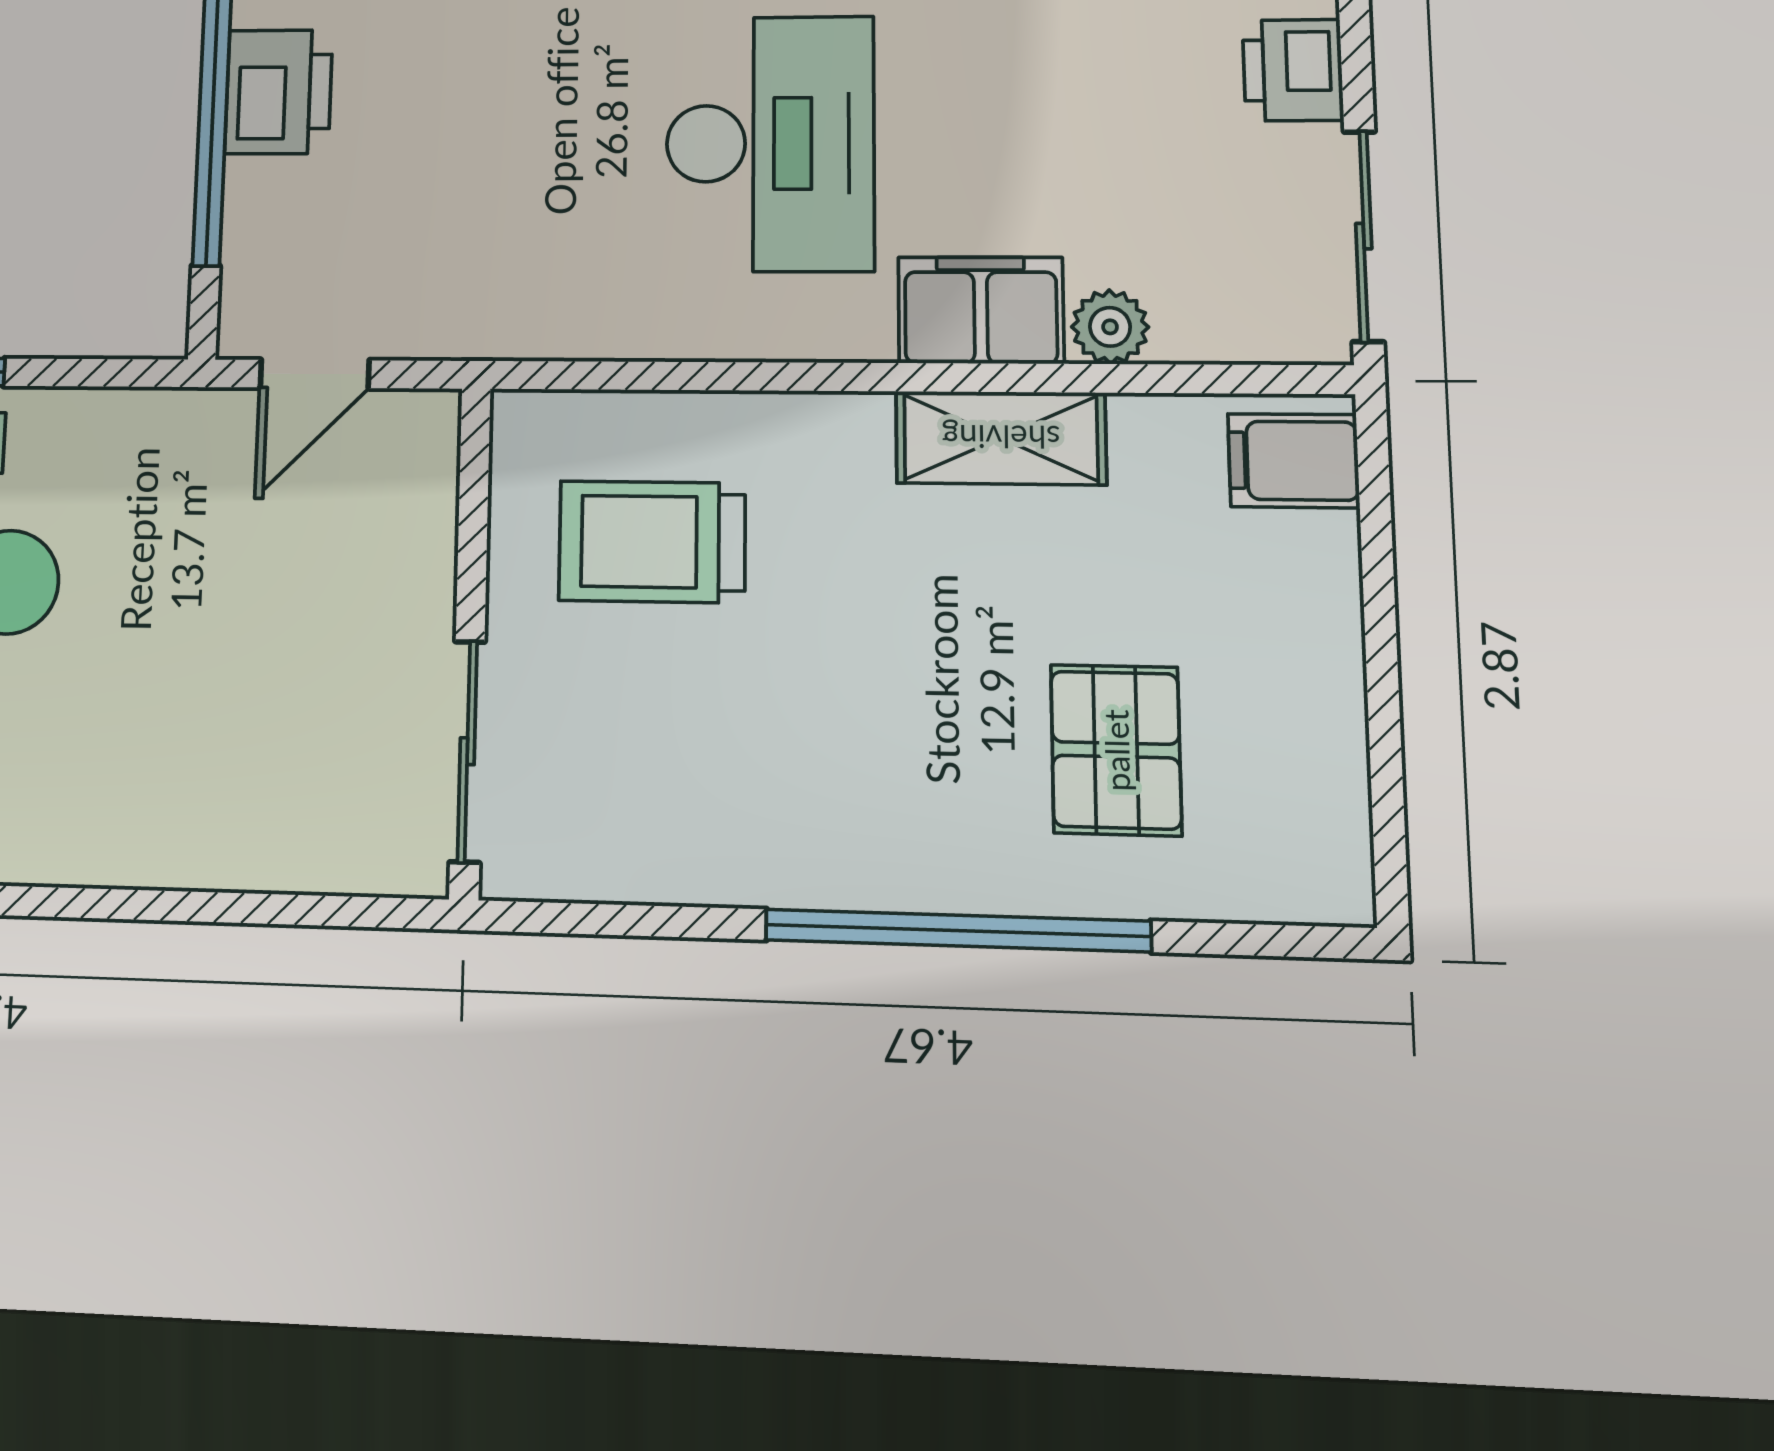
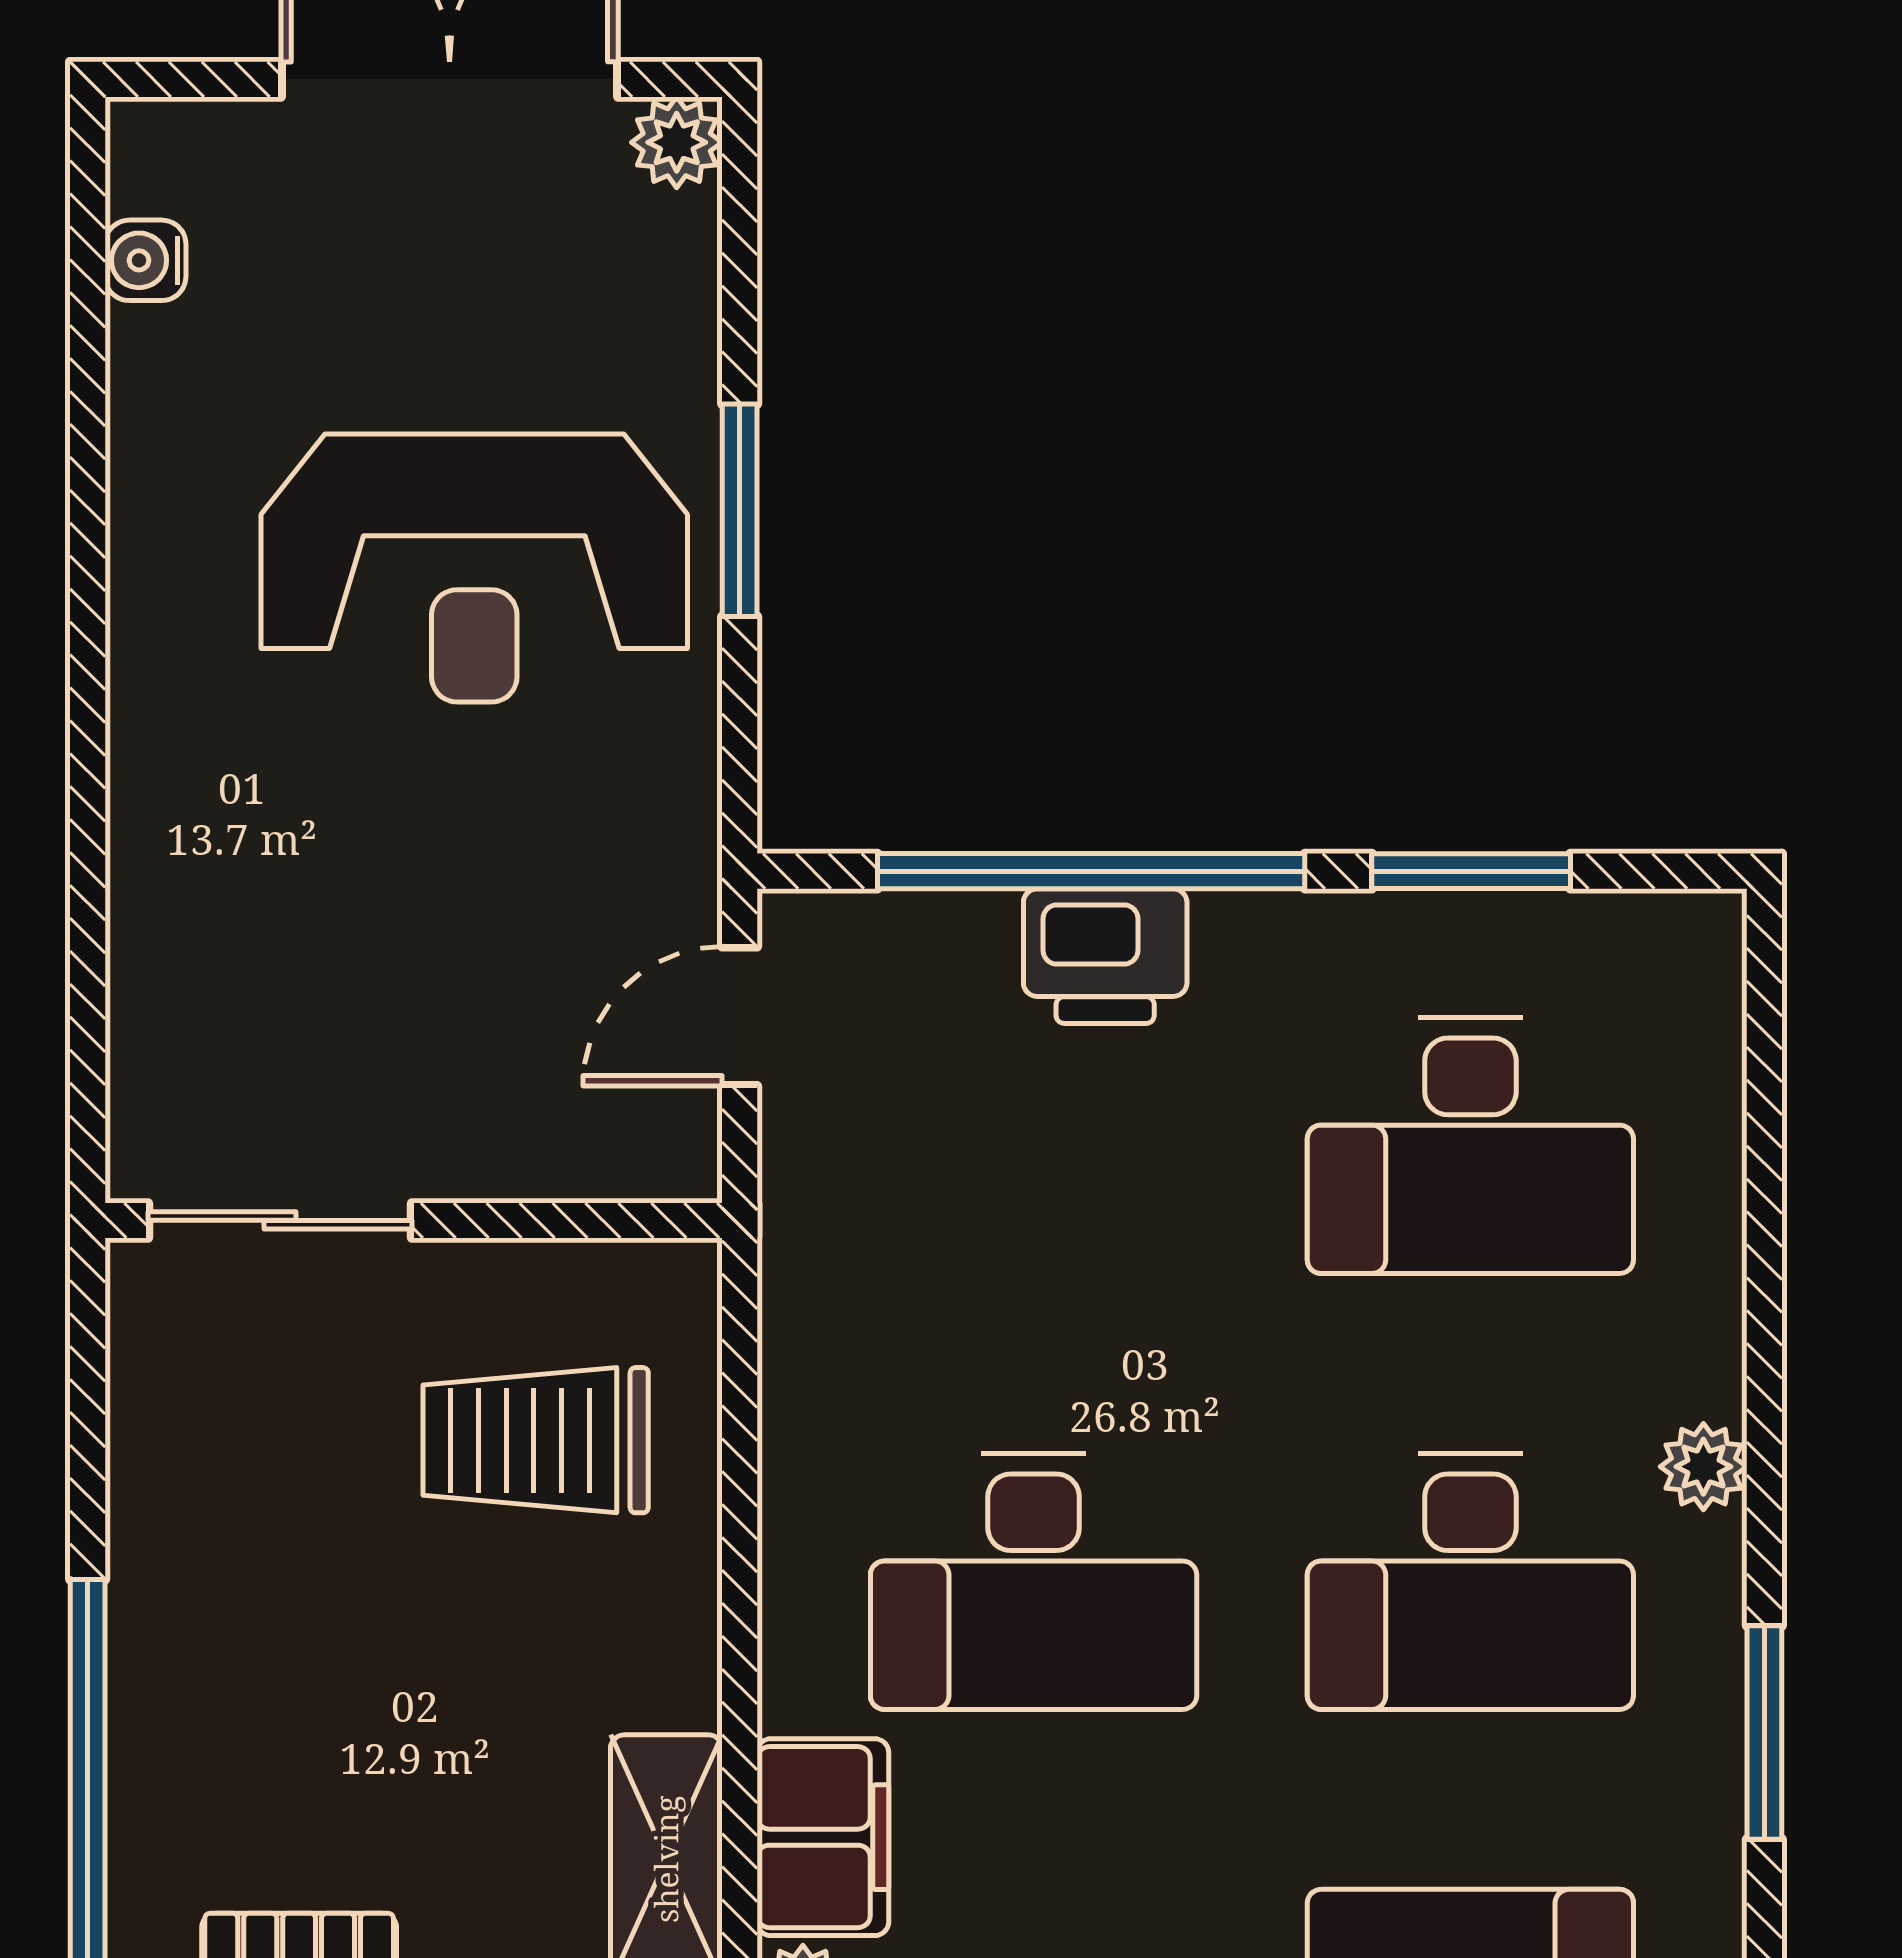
door: (315, 374) -> (740, 1016), hinge flipped
trolley: (652, 542) -> (536, 1440), turned -90

